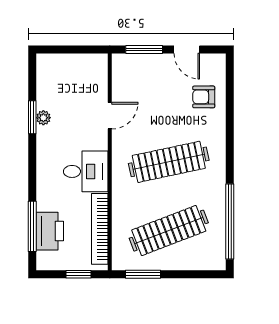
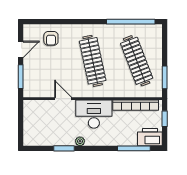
plant: (43, 118) -> (80, 141), moved
desk: (86, 171) -> (94, 114), width x1.37
printer: (50, 231) -> (150, 137), moved

